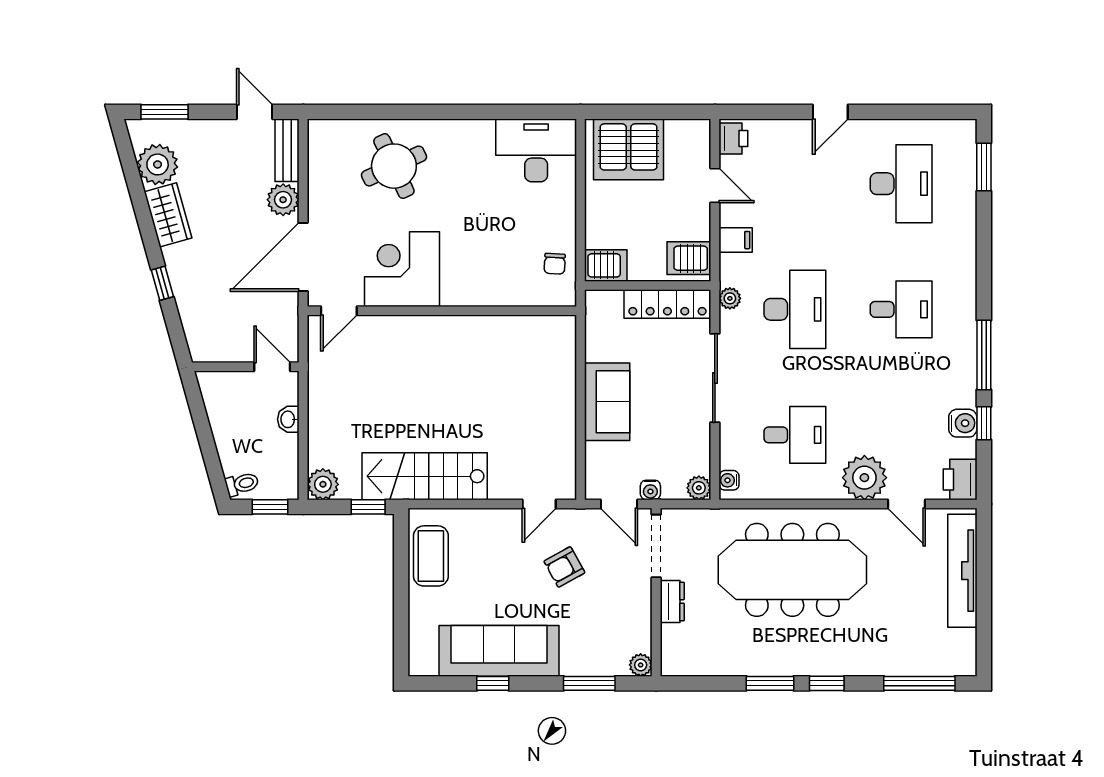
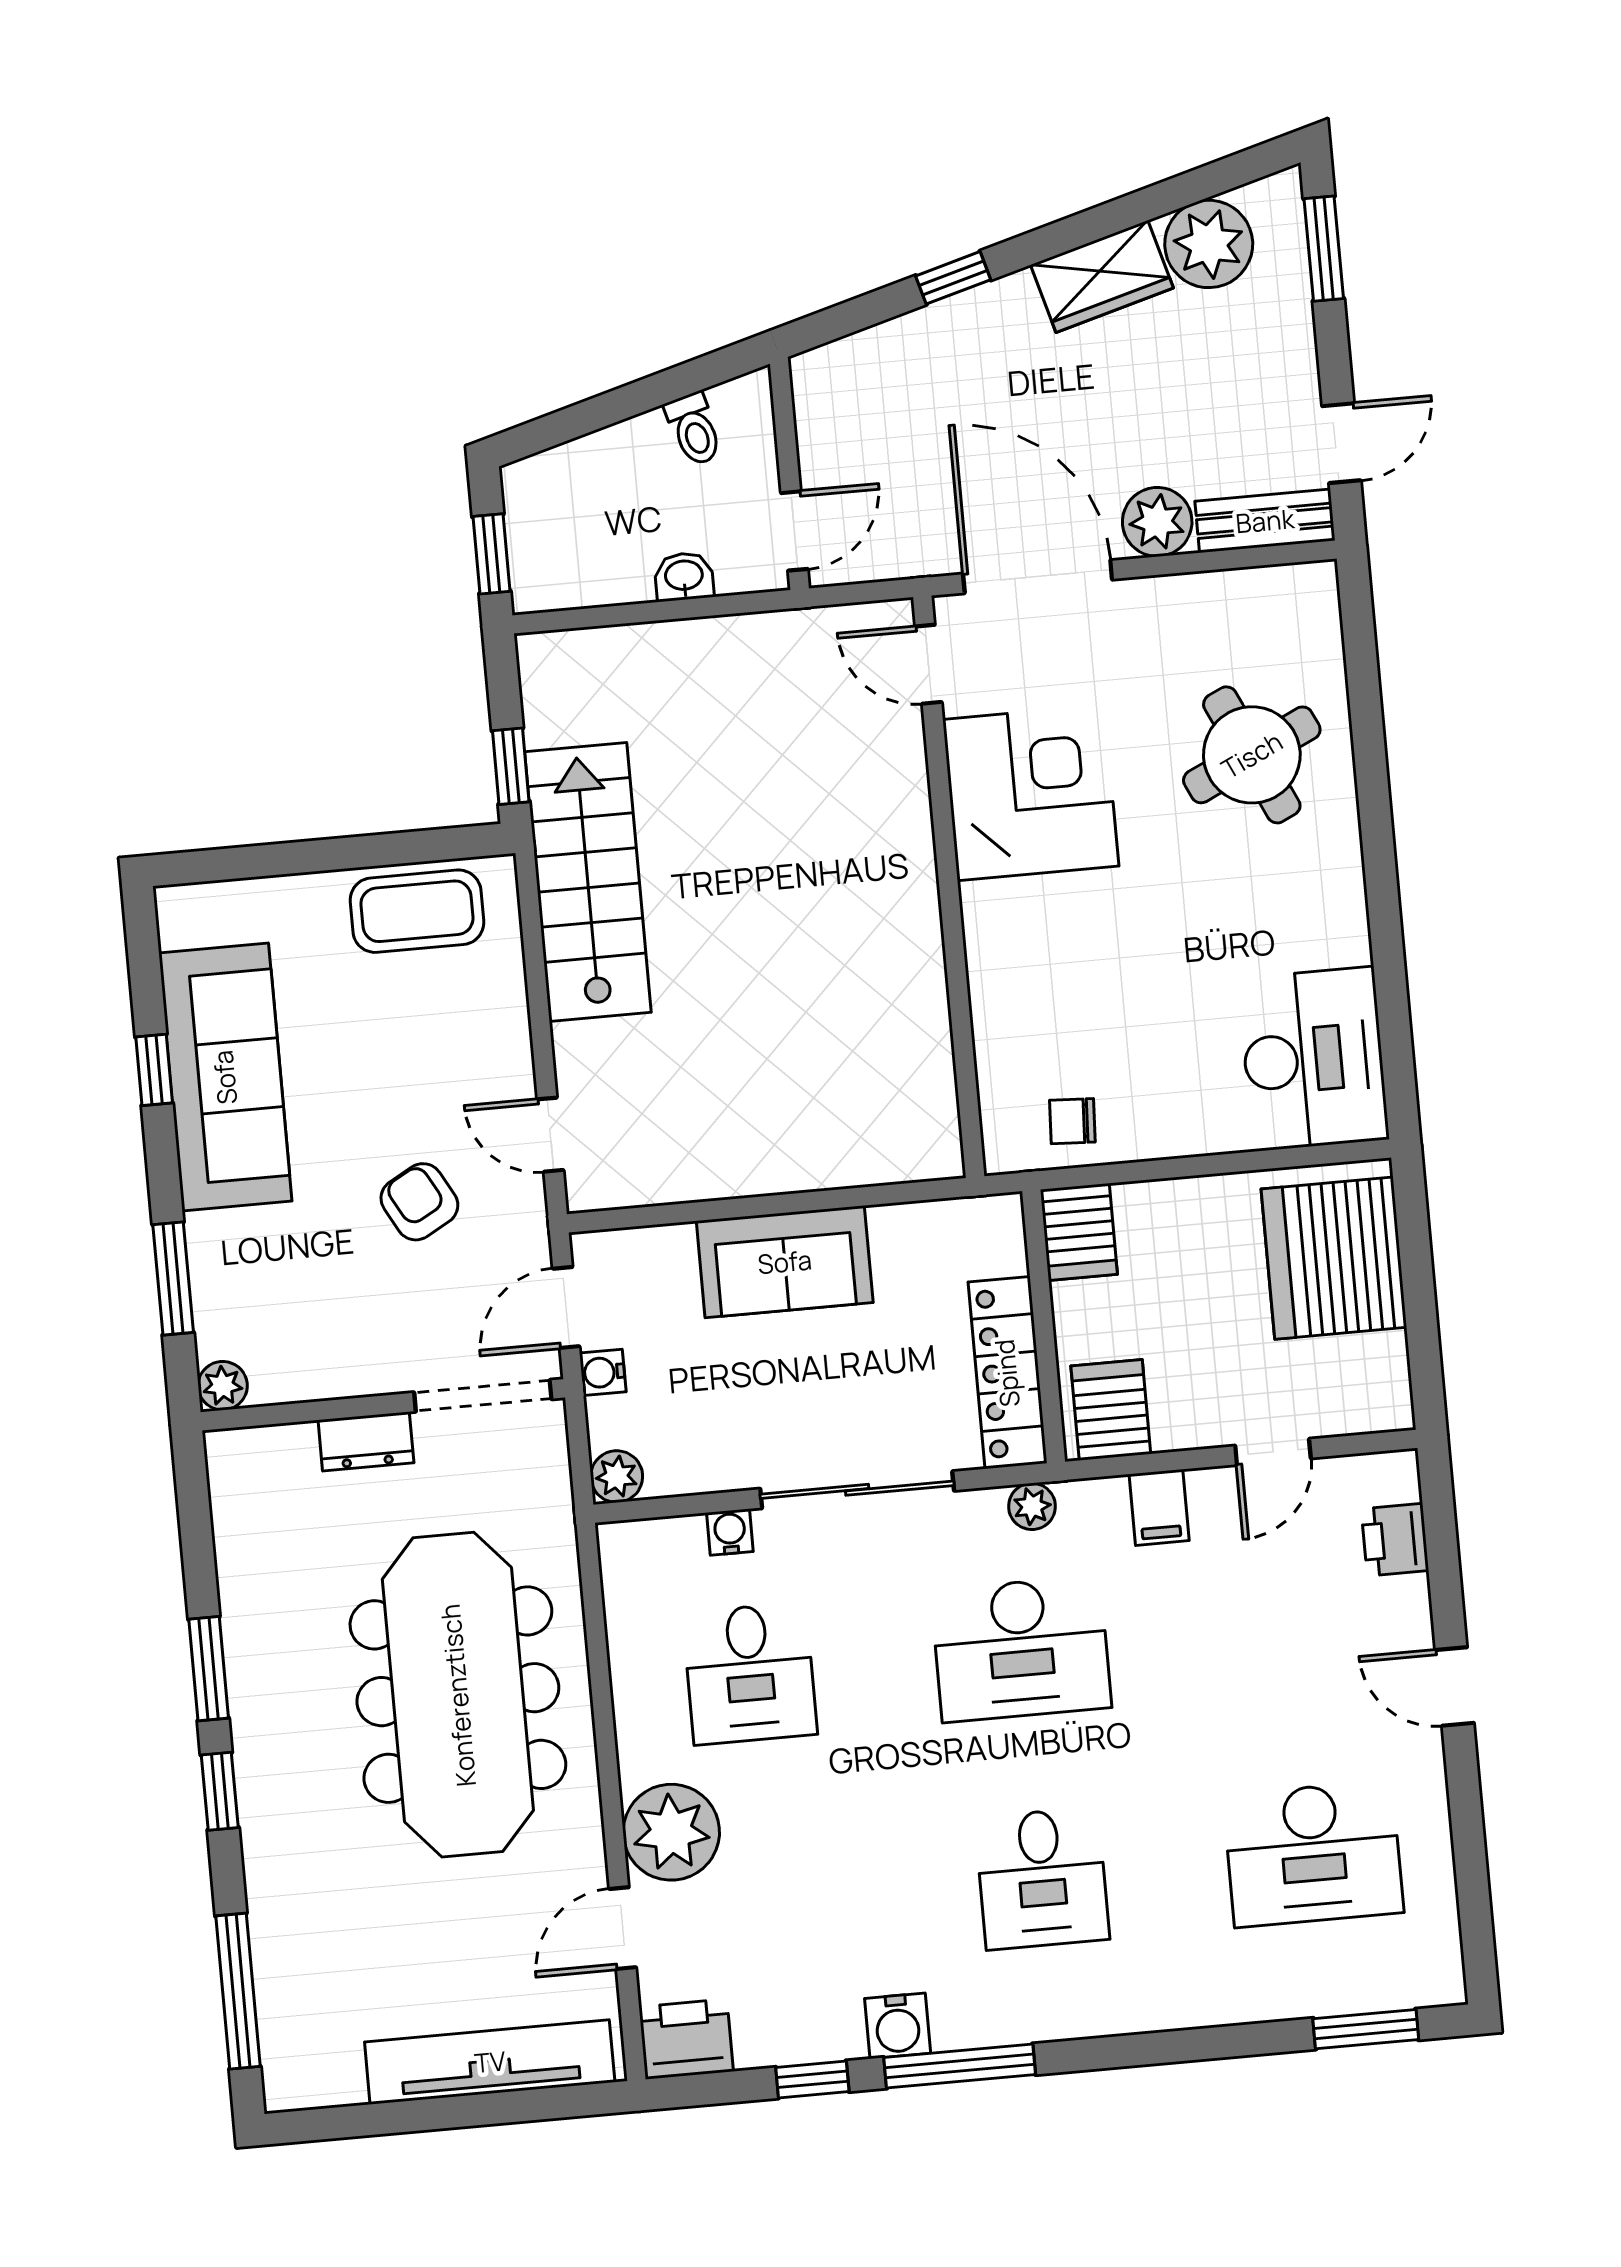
printer: (733, 138) -> (1395, 1540), moved, turned 90
water cooler: (963, 423) -> (898, 2026), moved
water cooler: (729, 480) -> (730, 1532), moved
toilet: (242, 484) -> (694, 429), moved
plant: (323, 484) -> (551, 664), removed

